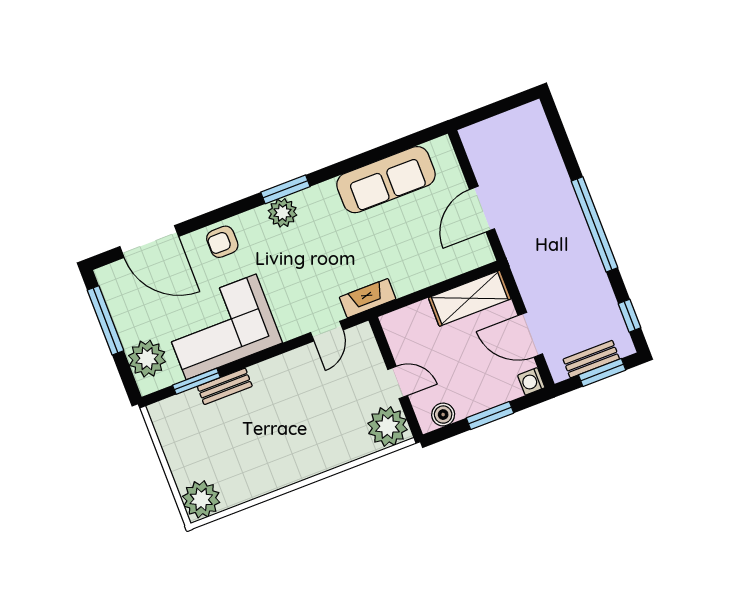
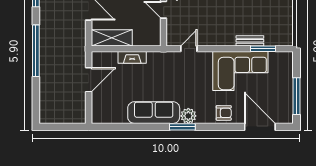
sofa: (386, 180) -> (154, 113), moved
fireplace: (368, 298) -> (132, 57), moved
plant: (147, 359) -> (283, 69), removed

